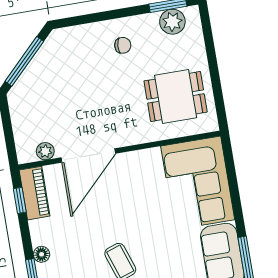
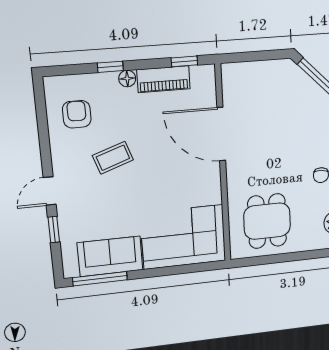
plant: (45, 151) -> (230, 92), removed
piano: (35, 193) -> (164, 79), moved

